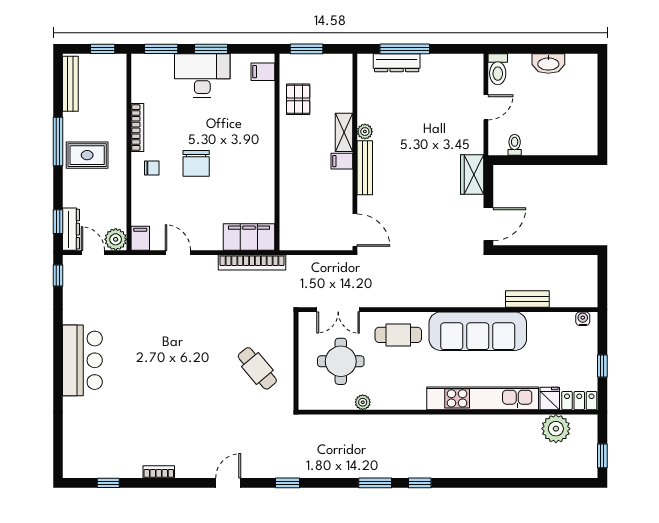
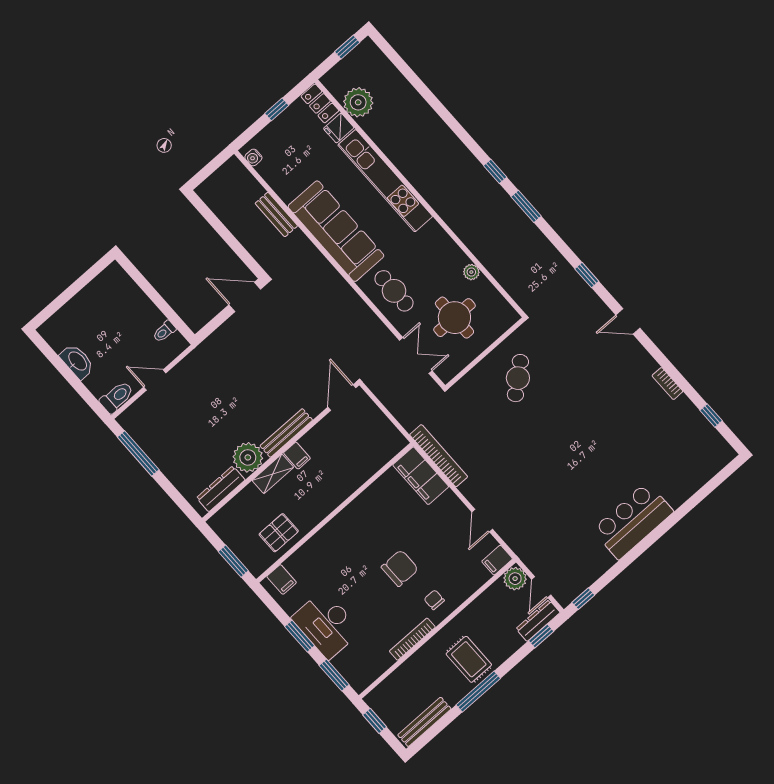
window: (405, 49) -> (138, 453), moved
dresser: (397, 63) -> (221, 489), moved, turned -90
plant: (365, 132) -> (248, 457), width x1.88, depth x1.88
wardrobe: (472, 175) -> (217, 344), removed

